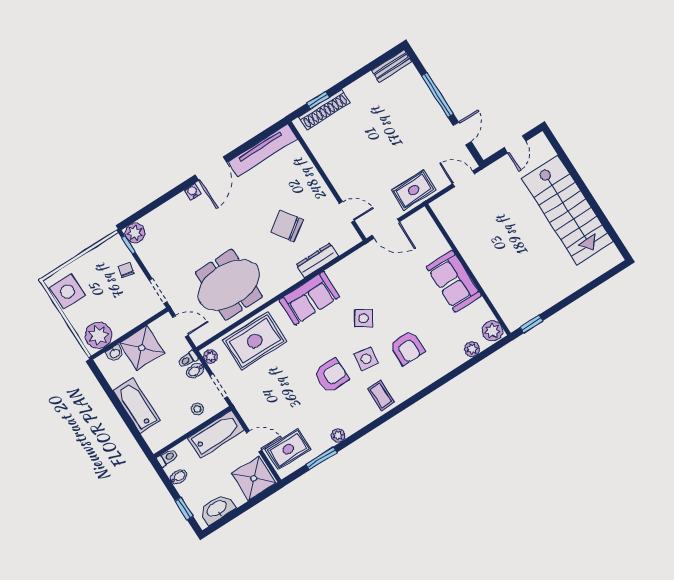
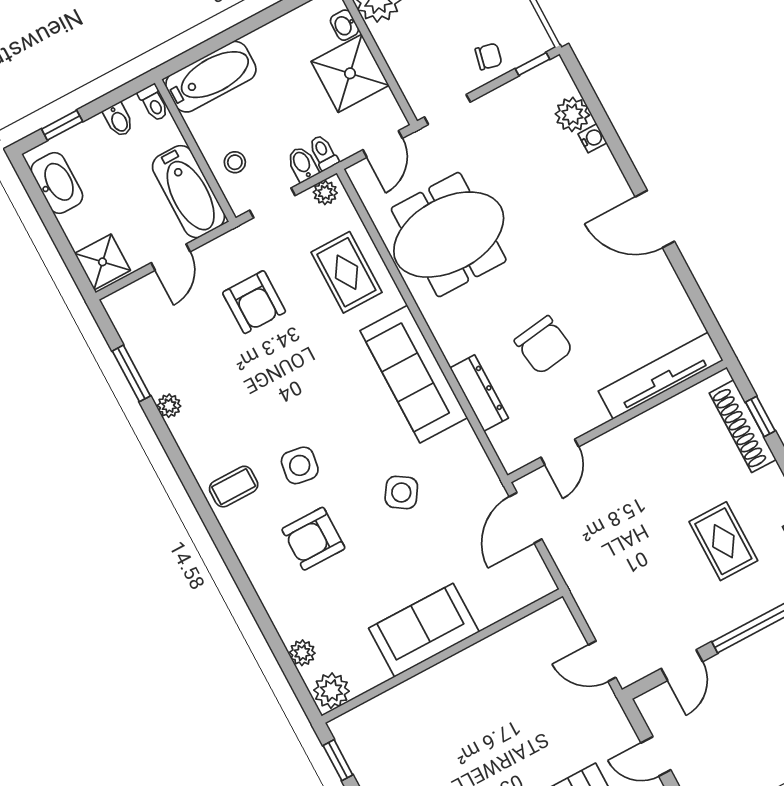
door: (462, 133) -> (682, 665), hinge flipped
tv unit: (263, 150) -> (661, 376), moved, turned 90
door: (464, 179) -> (602, 661), swing flipped
rug: (414, 190) -> (723, 541), moved
water cooler: (193, 192) -> (592, 138), moved
chair: (287, 226) -> (544, 345), turned 117
plant: (135, 233) -> (572, 114), moved
meeting table: (229, 285) -> (449, 235), turned 90
sofa: (309, 298) -> (414, 374), width x1.36
side table: (364, 318) -> (401, 492), moved
rug: (255, 341) -> (346, 272), width x0.73, depth x0.70
armchair: (331, 376) -> (254, 302), moved
bathtub: (137, 405) -> (211, 77), moved
rug: (288, 449) -> (152, 316), removed
shower: (254, 478) -> (102, 262), width x0.73, depth x0.73

